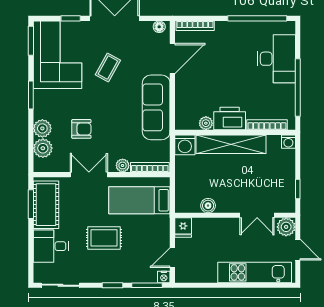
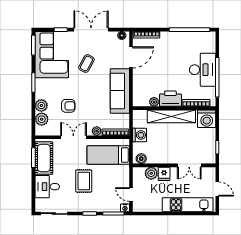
desk: (276, 59) -> (203, 70), moved
washing machine: (288, 142) -> (207, 119), width x1.89, depth x1.89
washing machine: (185, 145) -> (140, 135), moved, turned -90
boiler: (208, 206) -> (141, 159), moved
plant: (286, 227) -> (151, 173), moved
fridge: (183, 228) -> (164, 174), moved
rug: (104, 238) -> (84, 181), turned 90
door: (172, 258) -> (131, 195), hinge flipped

